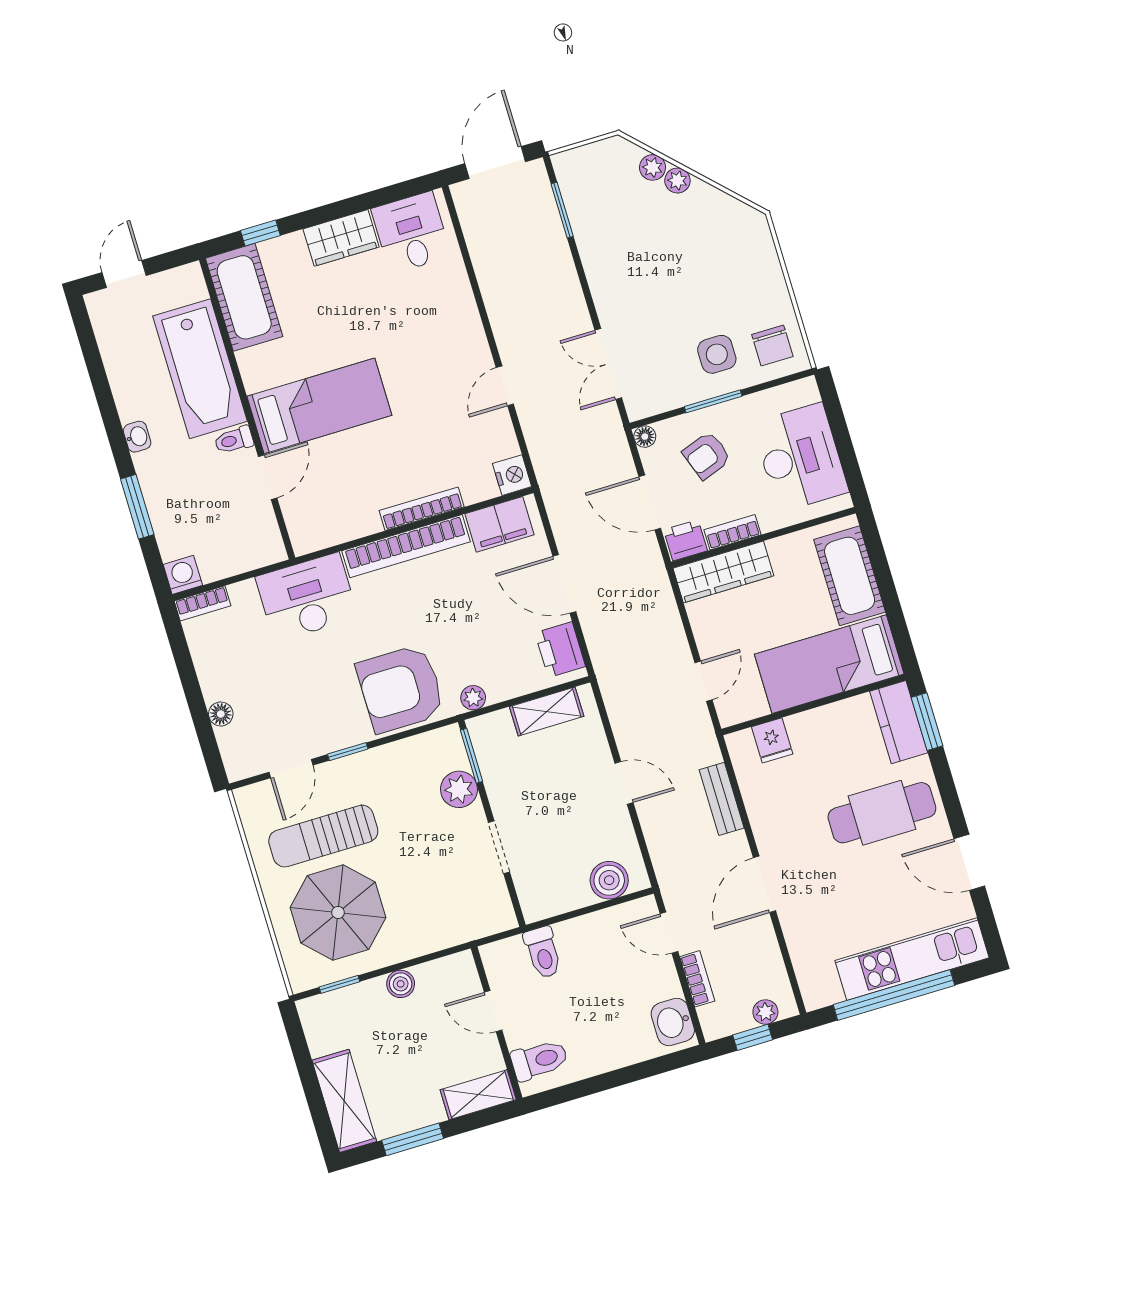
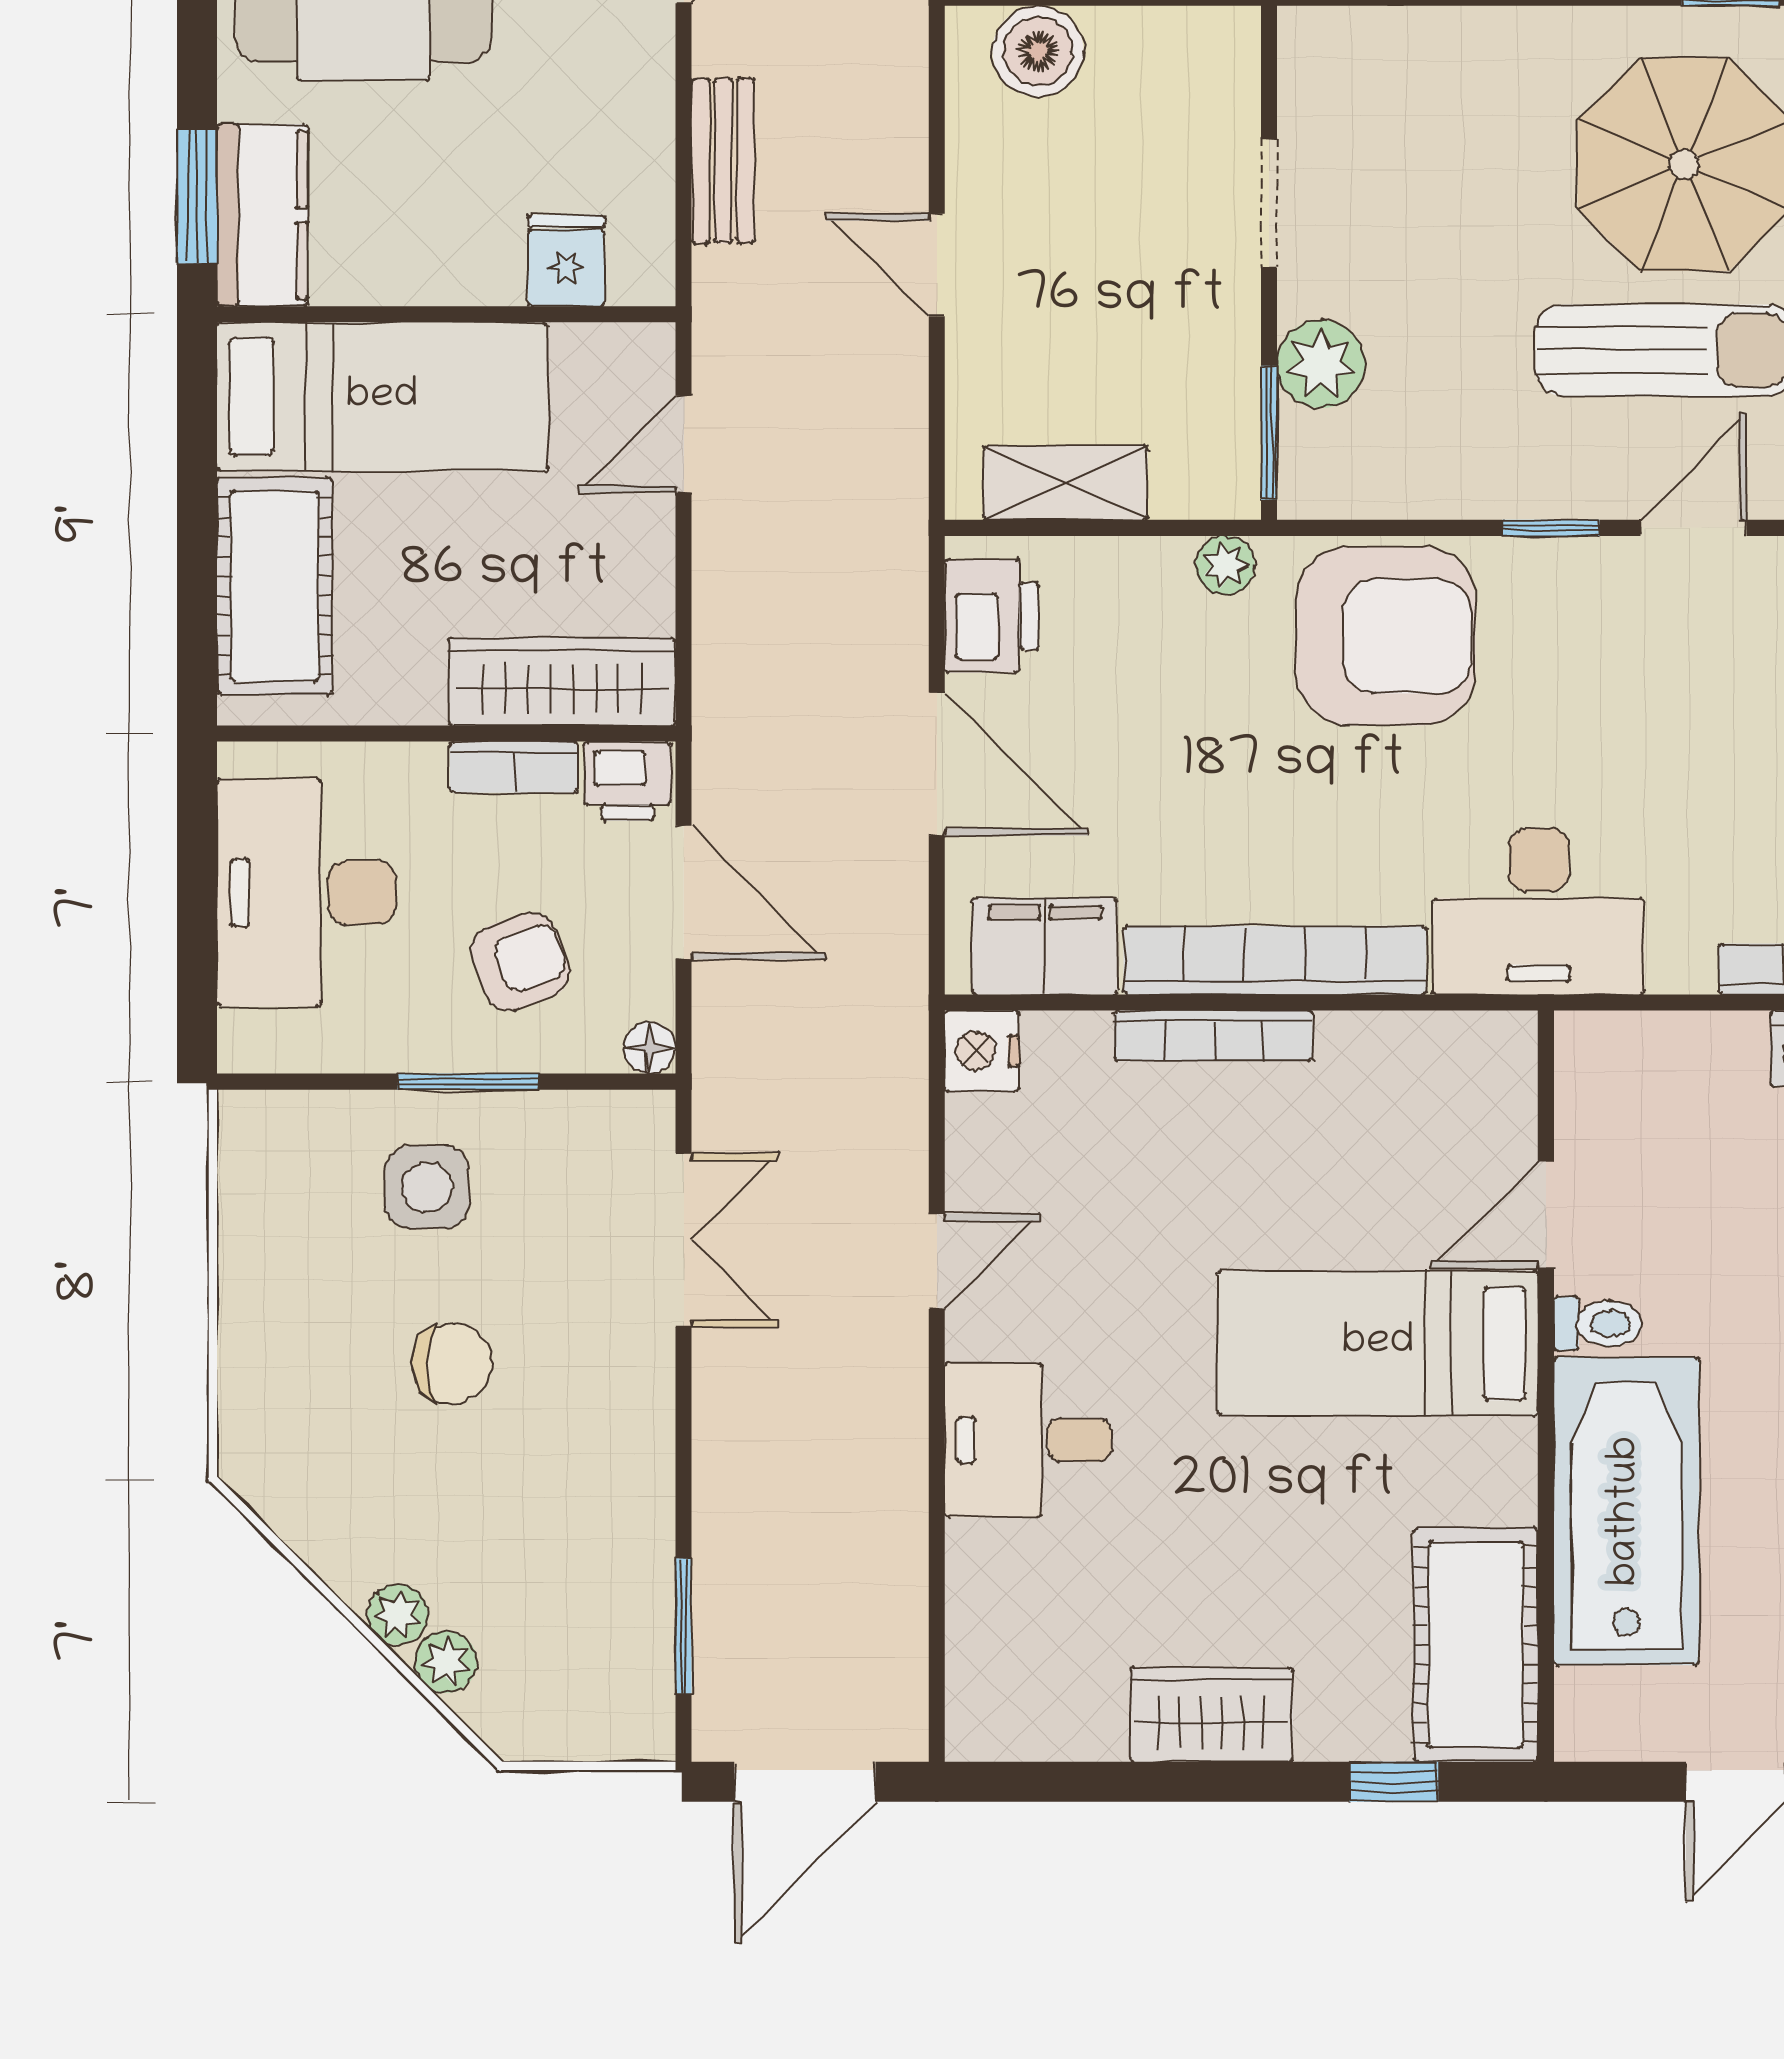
desk: (411, 233) -> (1028, 1440), moved, turned 90
chair: (772, 345) -> (452, 1363), moved, turned 90

